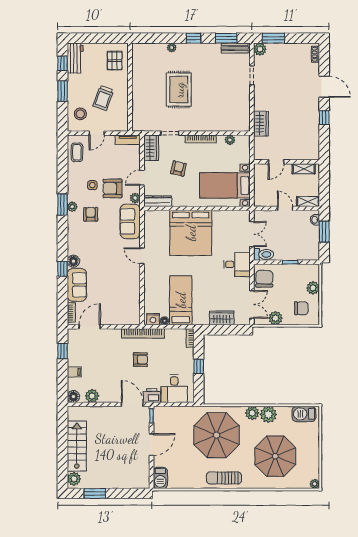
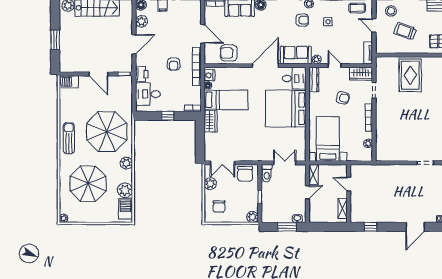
rug: (179, 90) -> (410, 75), moved, turned 90
window: (324, 118) -> (370, 227), moved
wardrobe: (261, 124) -> (382, 171), removed
armchair: (113, 188) -> (229, 53), moved, turned -90
shelving: (308, 202) -> (313, 175), moved
double door: (252, 234) -> (285, 163), swing flipped
door: (142, 256) -> (265, 66), width x1.88
desk: (237, 264) -> (294, 78), moved, turned -90
chair: (264, 279) -> (245, 174), turned 90
plant: (313, 288) -> (253, 217), moved
wardrobe: (222, 318) -> (210, 121), moved
door: (90, 327) -> (203, 34), moved
door: (132, 404) -> (134, 44), moved
plant: (268, 415) -> (125, 190), moved
window: (95, 493) -> (55, 40), moved

